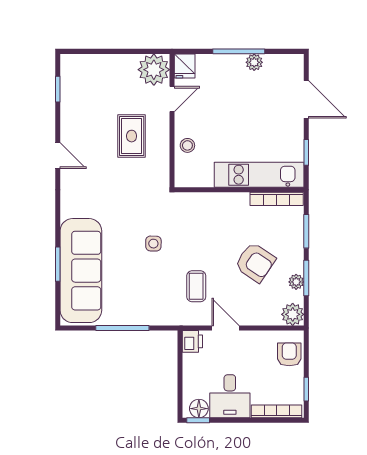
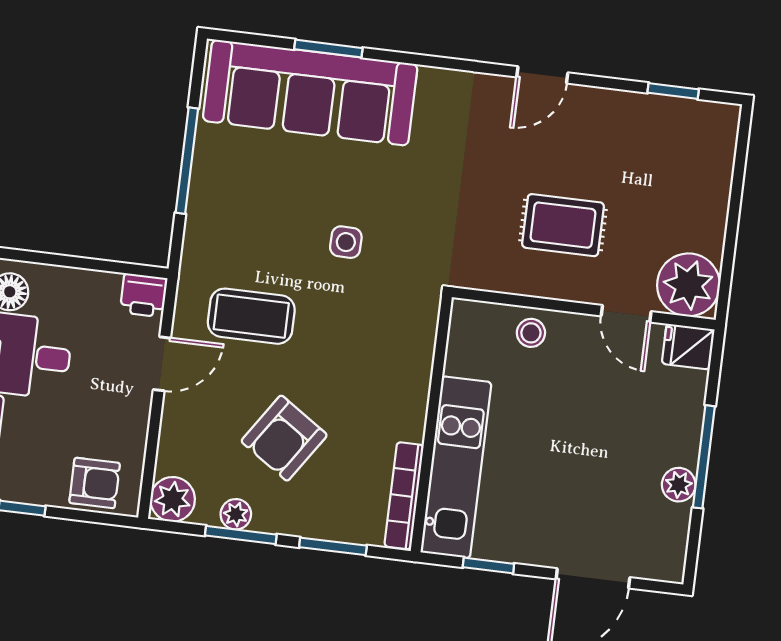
coffee table: (196, 286) -> (251, 316), width x1.36, depth x1.30

